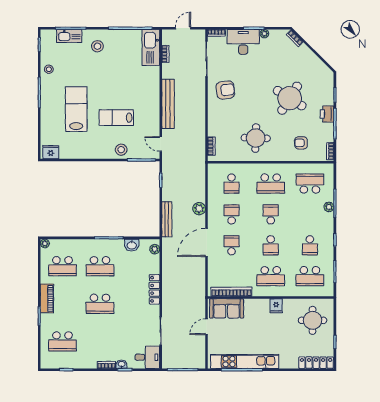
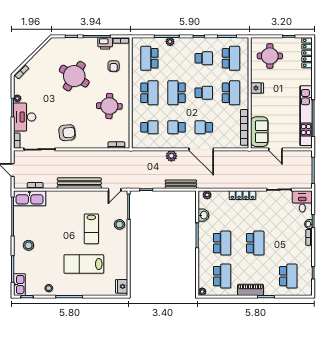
kitchen sink: (69, 36) -> (19, 285), moved
armchair: (225, 90) -> (67, 133), turned 92
printer: (327, 114) -> (105, 43), moved
school desk: (271, 214) -> (177, 93), width x1.85

